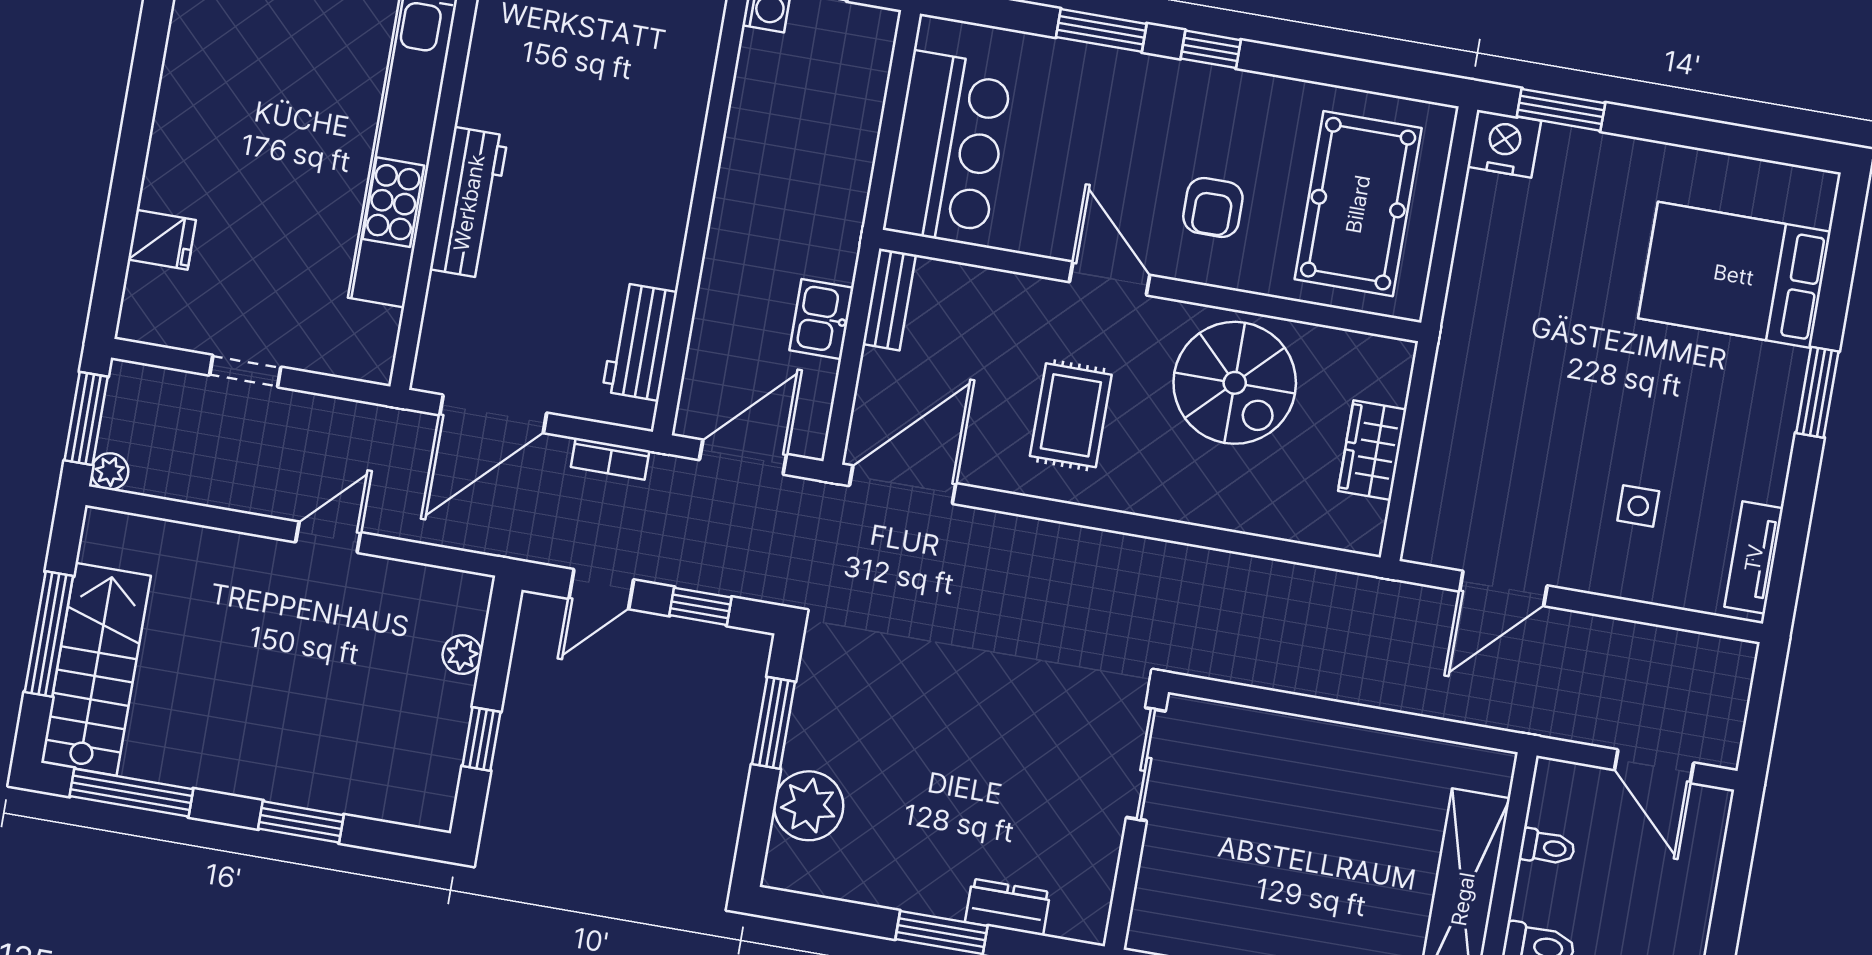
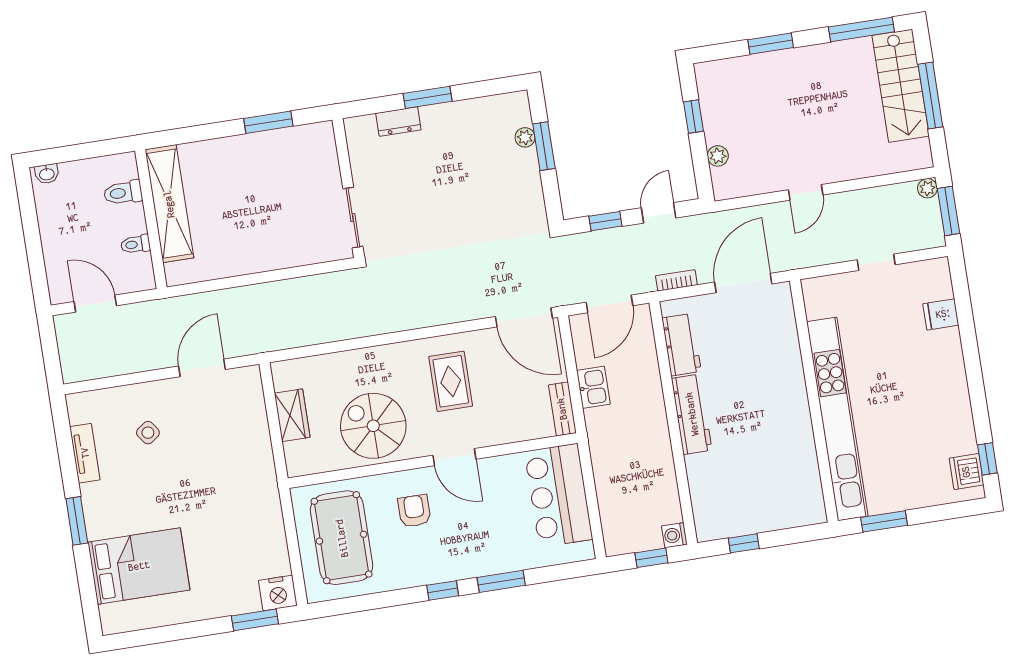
workbench: (469, 203) -> (692, 414), moved, turned 180
door: (903, 485) -> (524, 317), hinge flipped
side table: (1638, 506) -> (148, 433), turned -36
tv unit: (1754, 558) -> (85, 453), moved
window: (774, 723) -> (544, 146), moved
plant: (809, 806) -> (525, 137), width x0.53, depth x0.53

